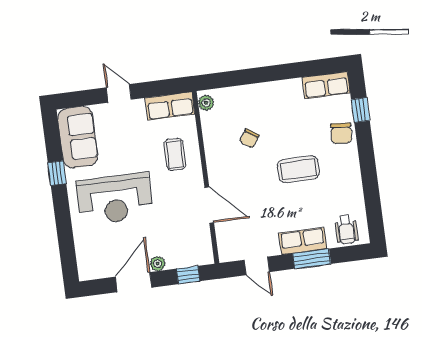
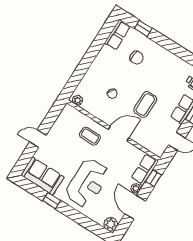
row of seats: (170, 106) -> (145, 170), moved, turned 180
chair: (341, 133) -> (136, 58), moved
coffee table: (298, 169) -> (145, 104), moved
door: (209, 205) -> (119, 134), moved
plant: (88, 269) -> (111, 224), added

